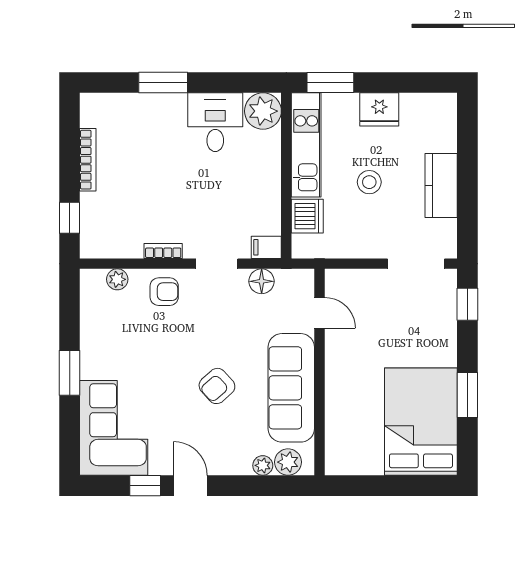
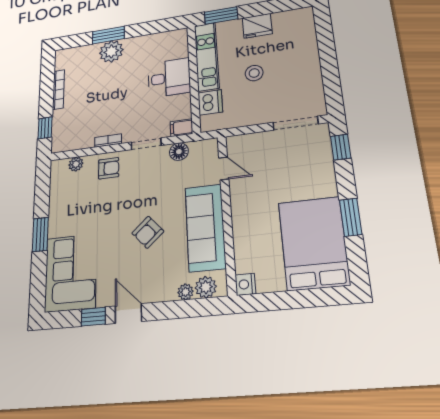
plant: (263, 111) -> (111, 51), moved
desk: (215, 122) -> (169, 78), moved, turned 90
kitchen counter: (441, 185) -> (309, 67), removed
nightstand: (336, 463) -> (245, 284), added

